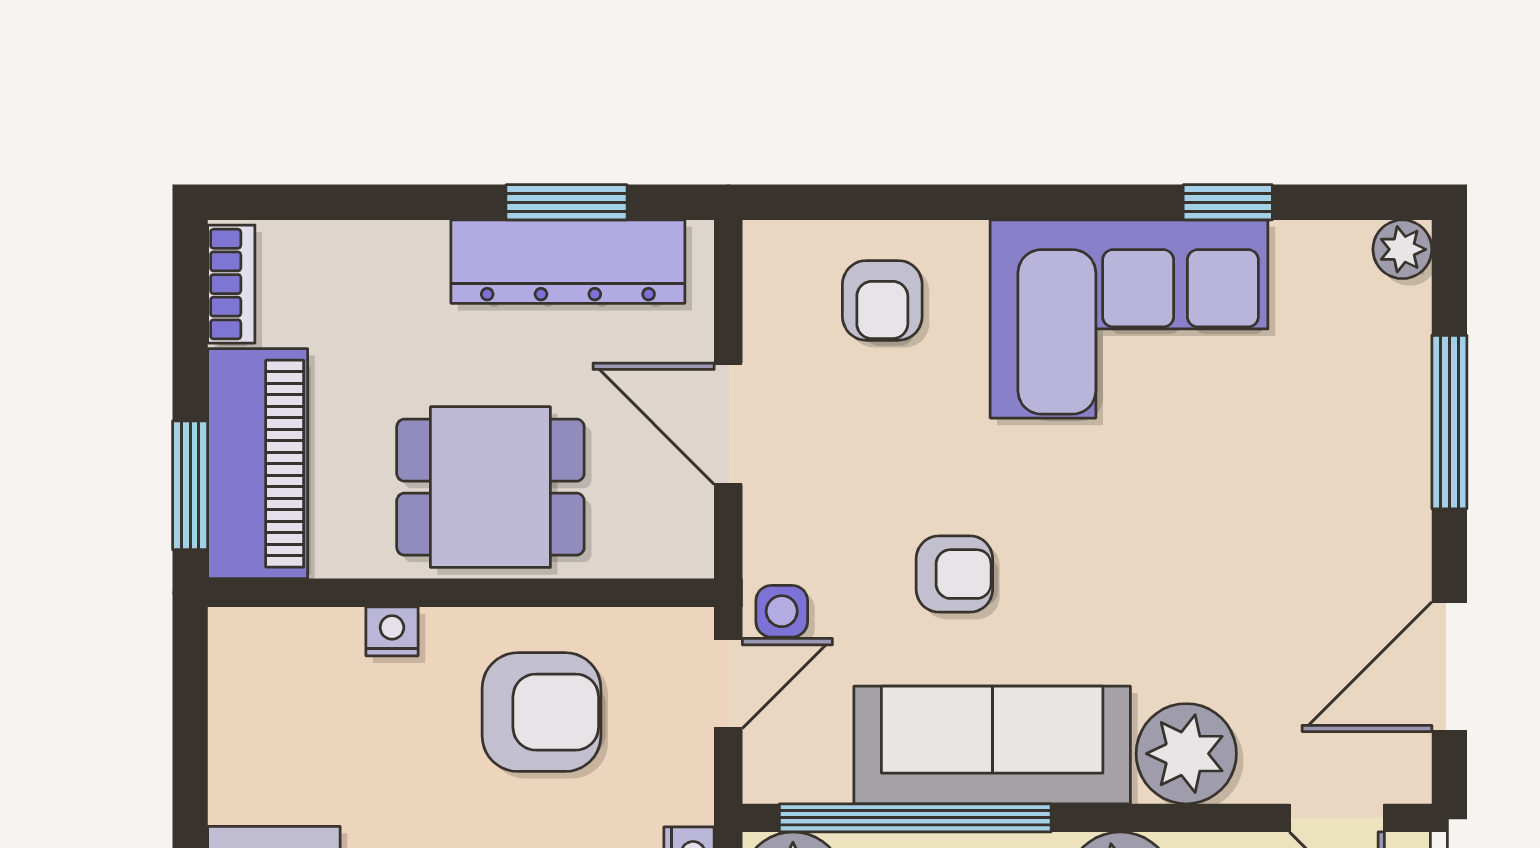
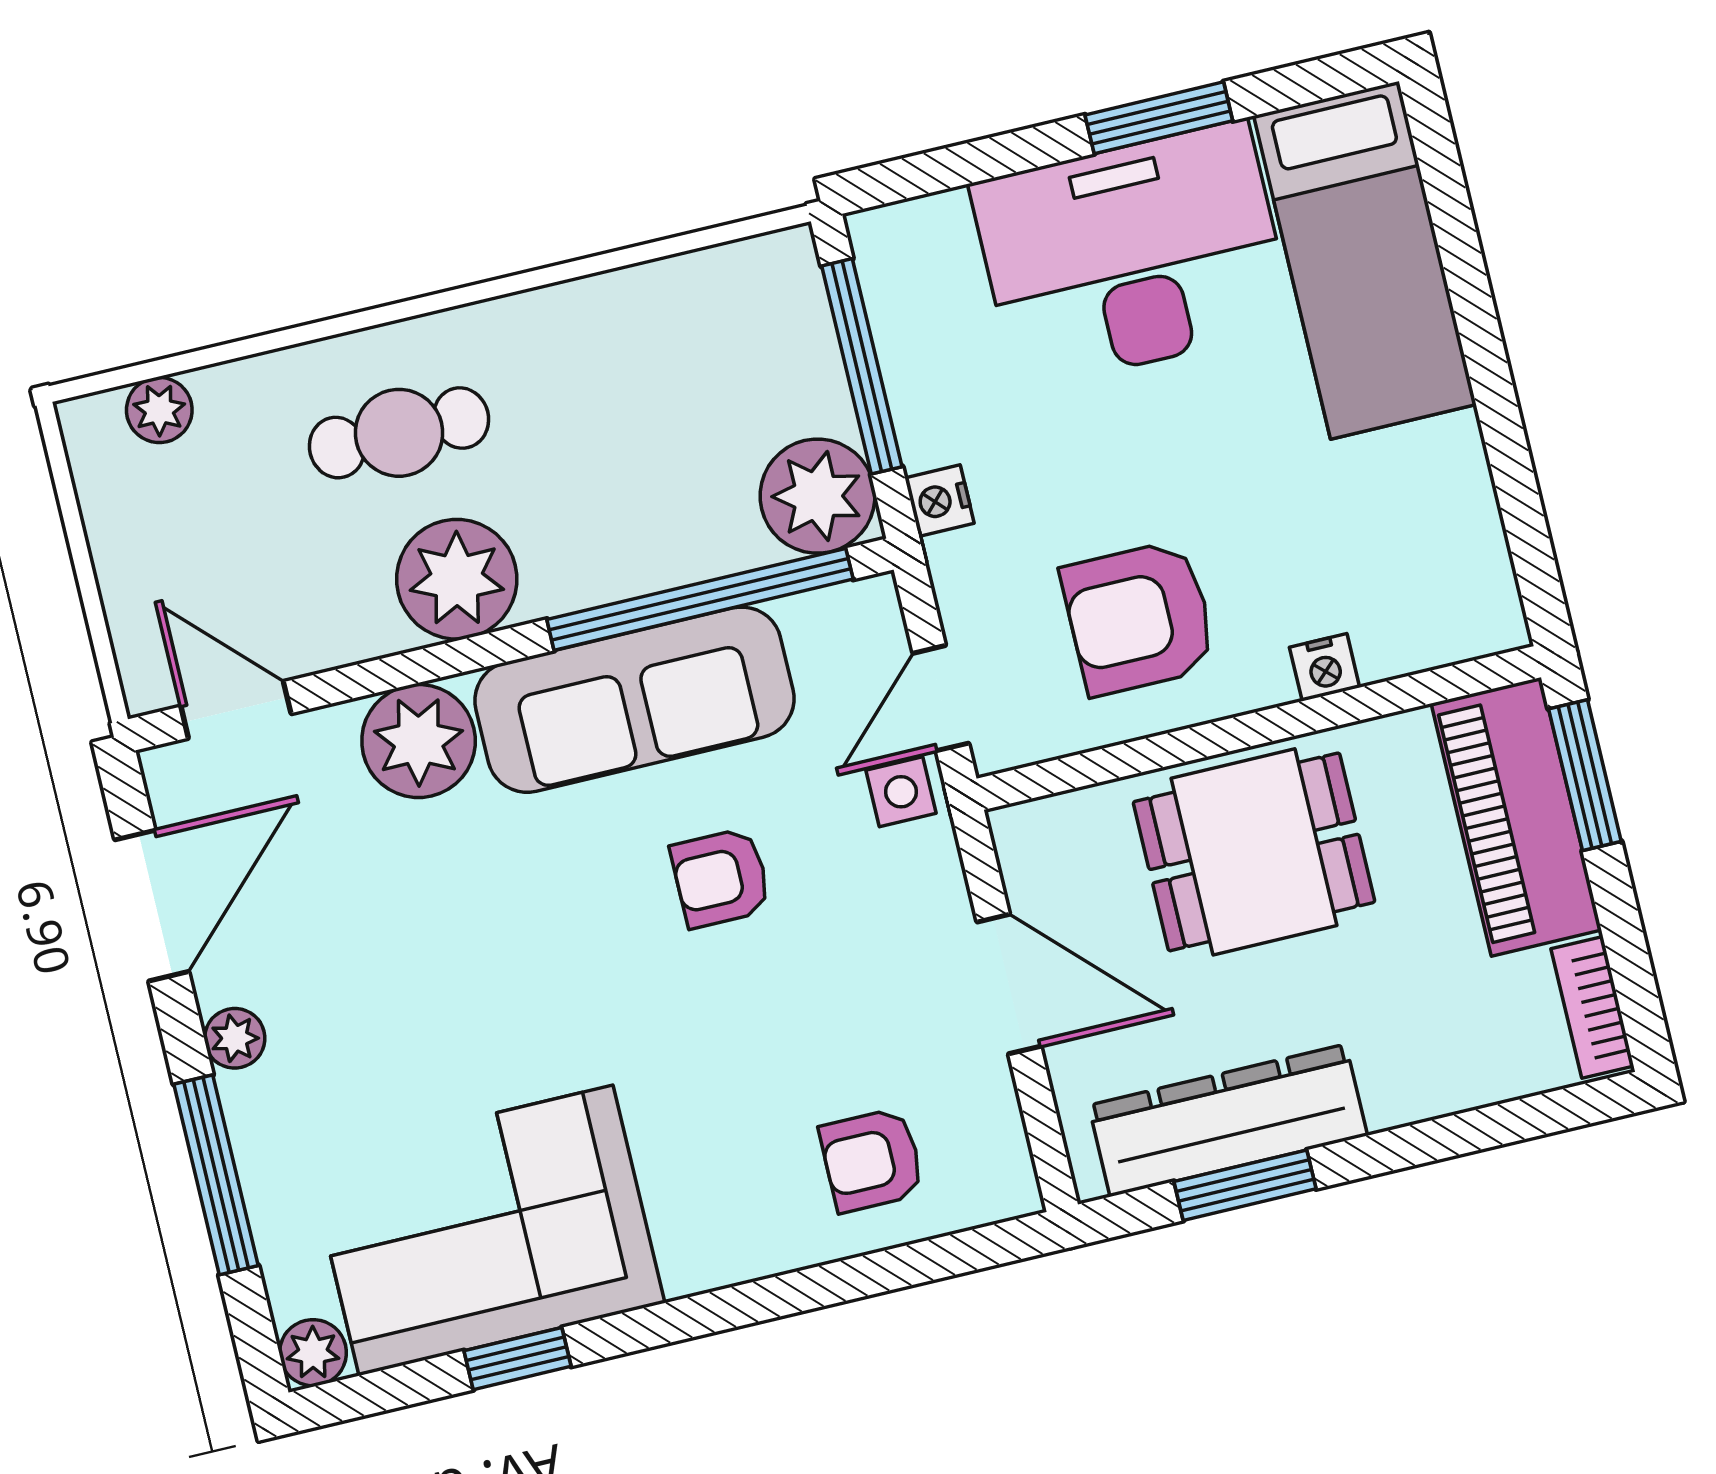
armchair: (882, 300) -> (872, 1160), turned -90
corner sofa: (1129, 319) -> (486, 1230), moved
plant: (1405, 536) -> (235, 1038), added

